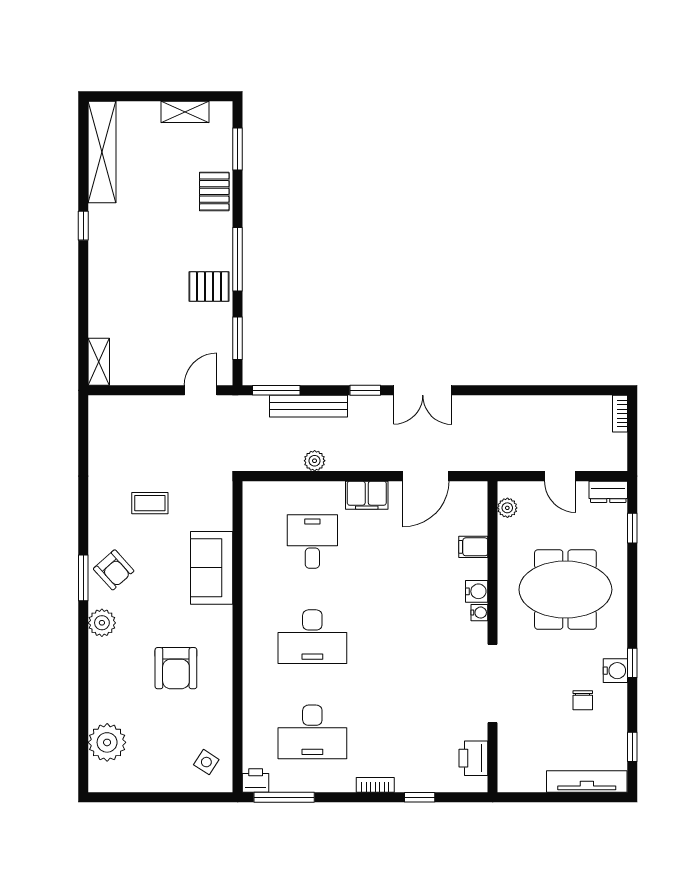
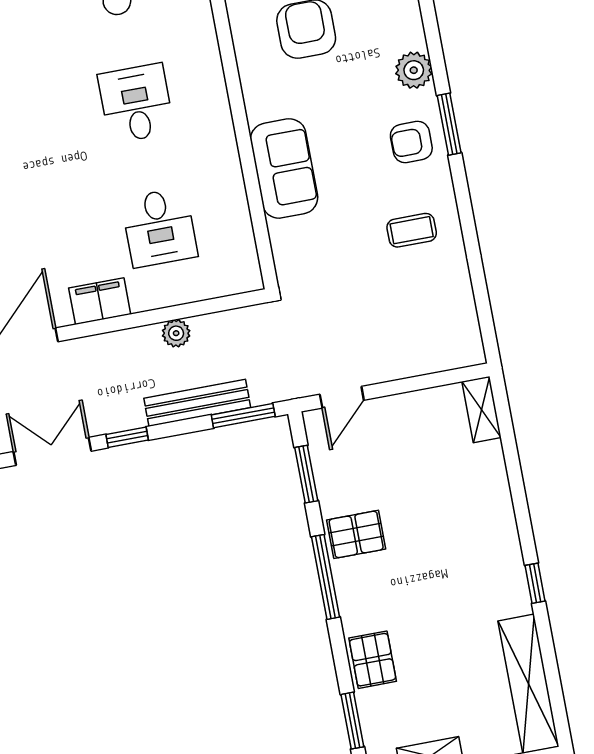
coffee table: (150, 503) -> (412, 230), moved
armchair: (114, 570) -> (411, 142), turned -48
desk: (312, 637) -> (136, 103), width x0.73

